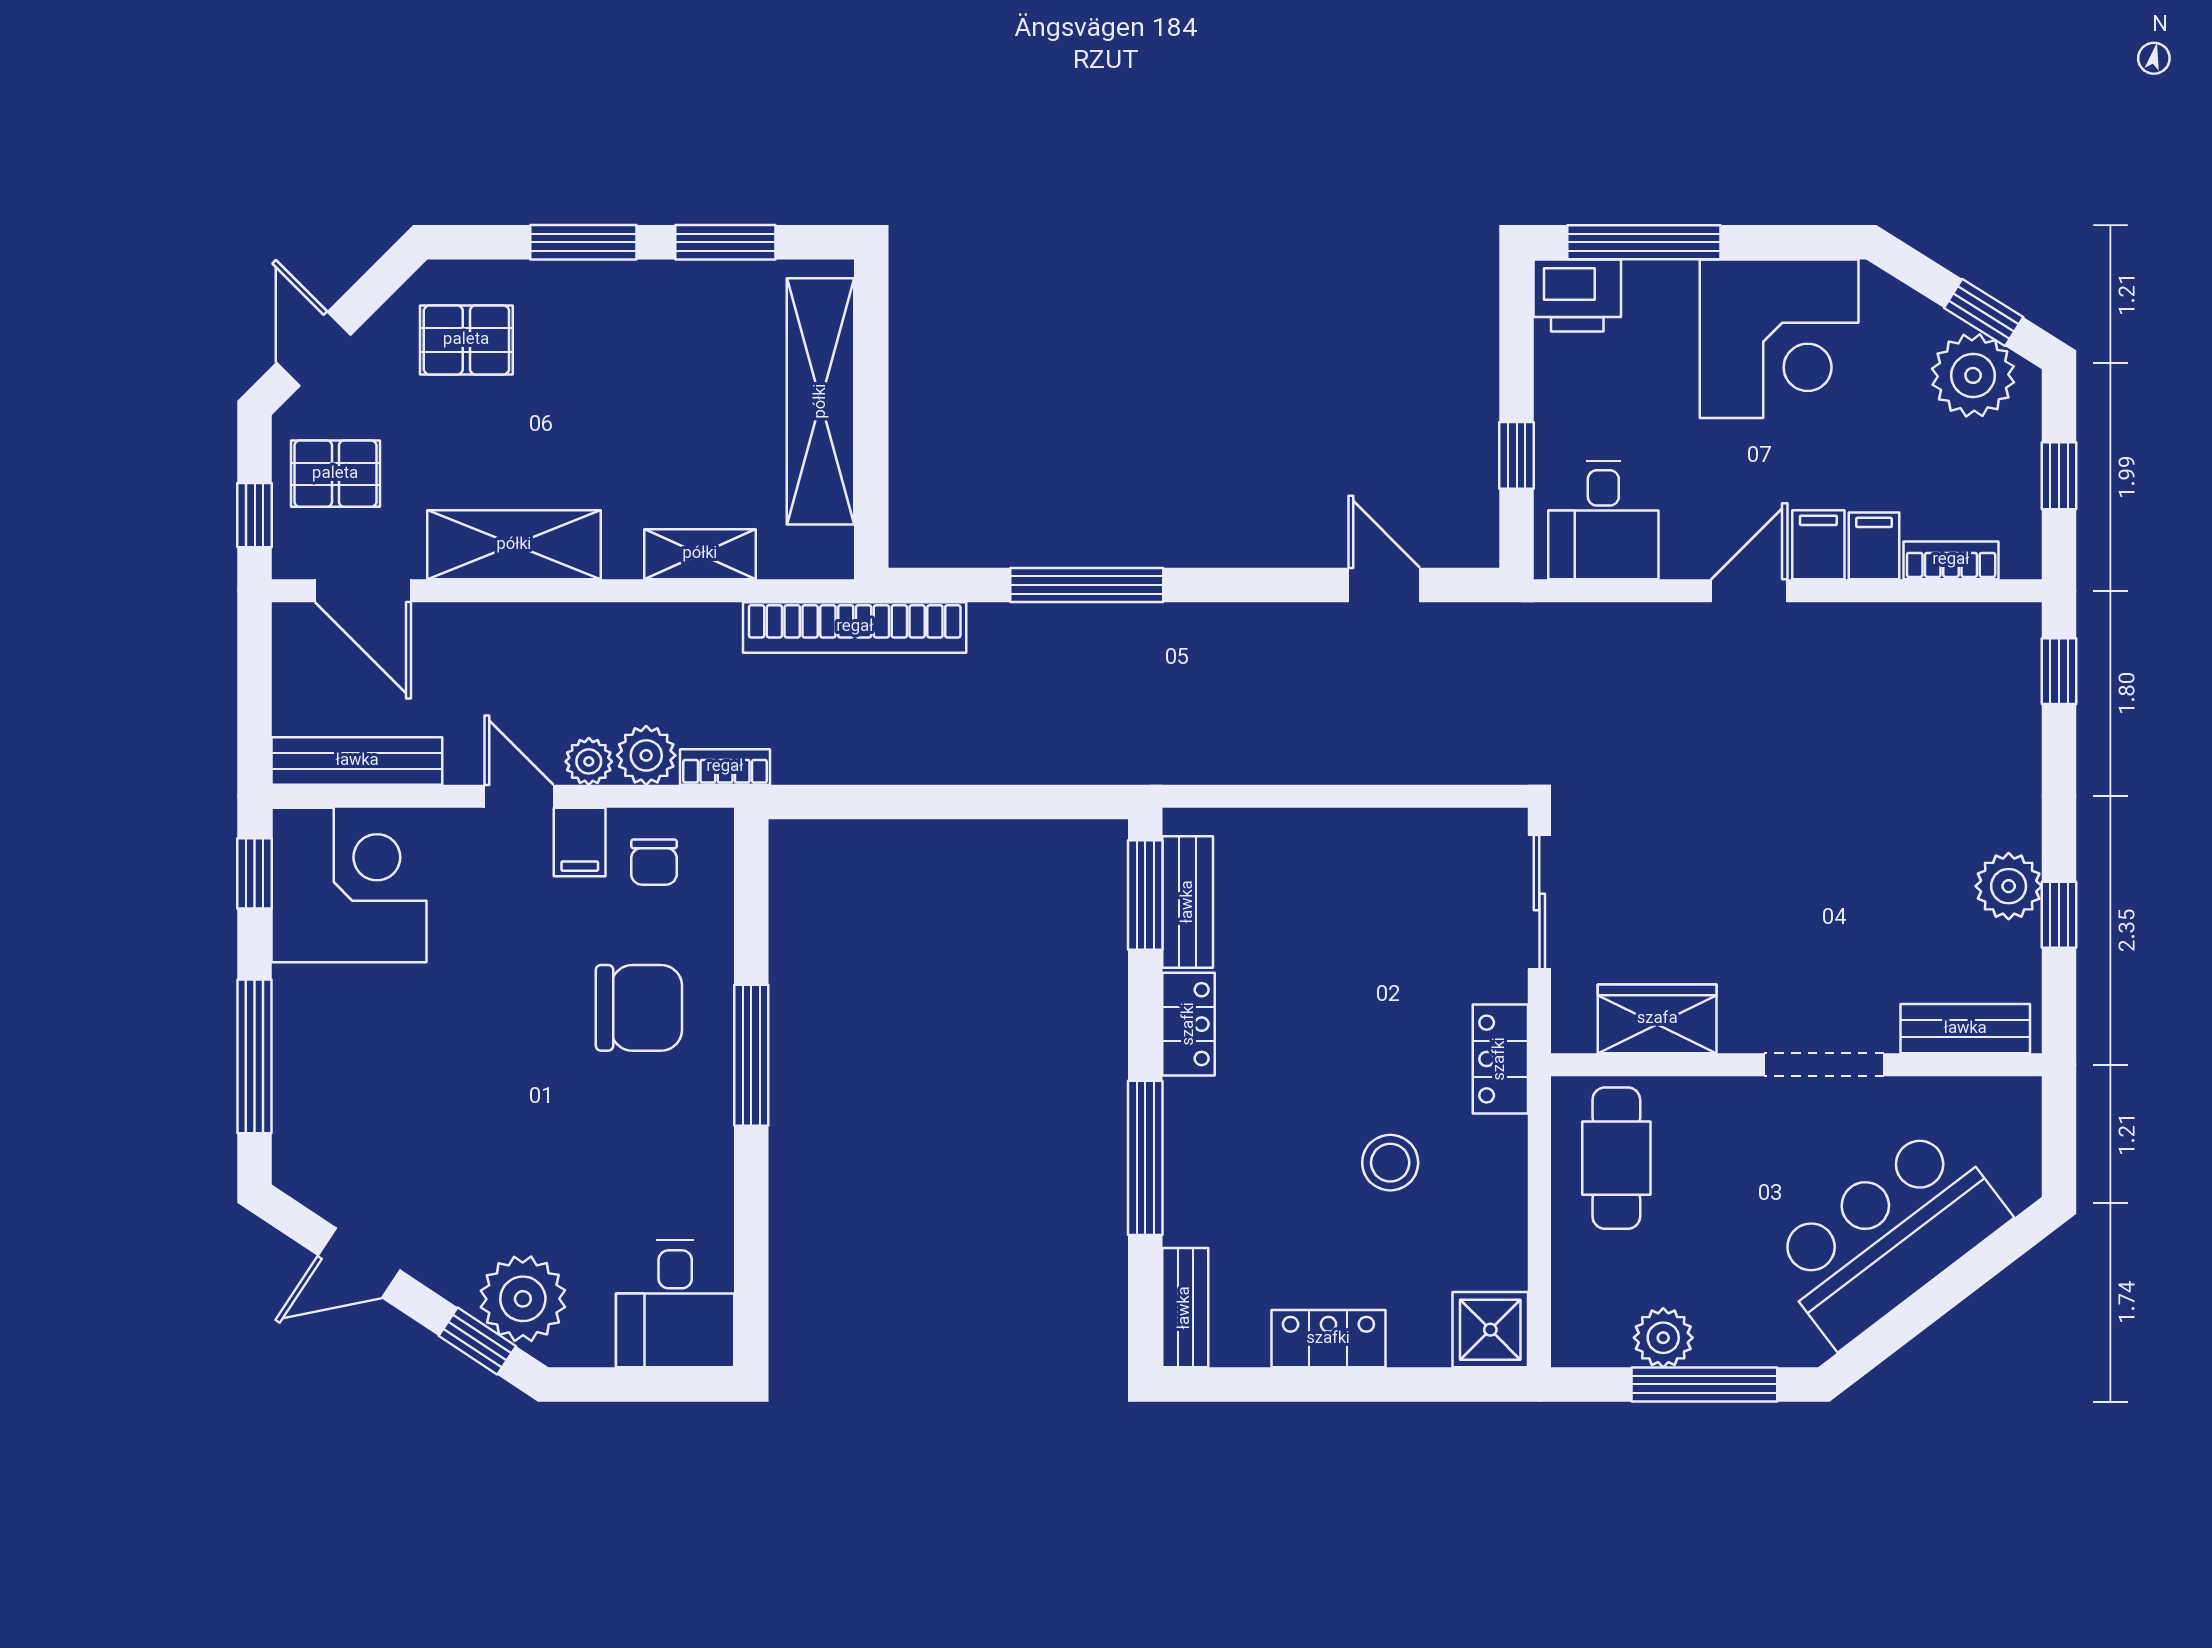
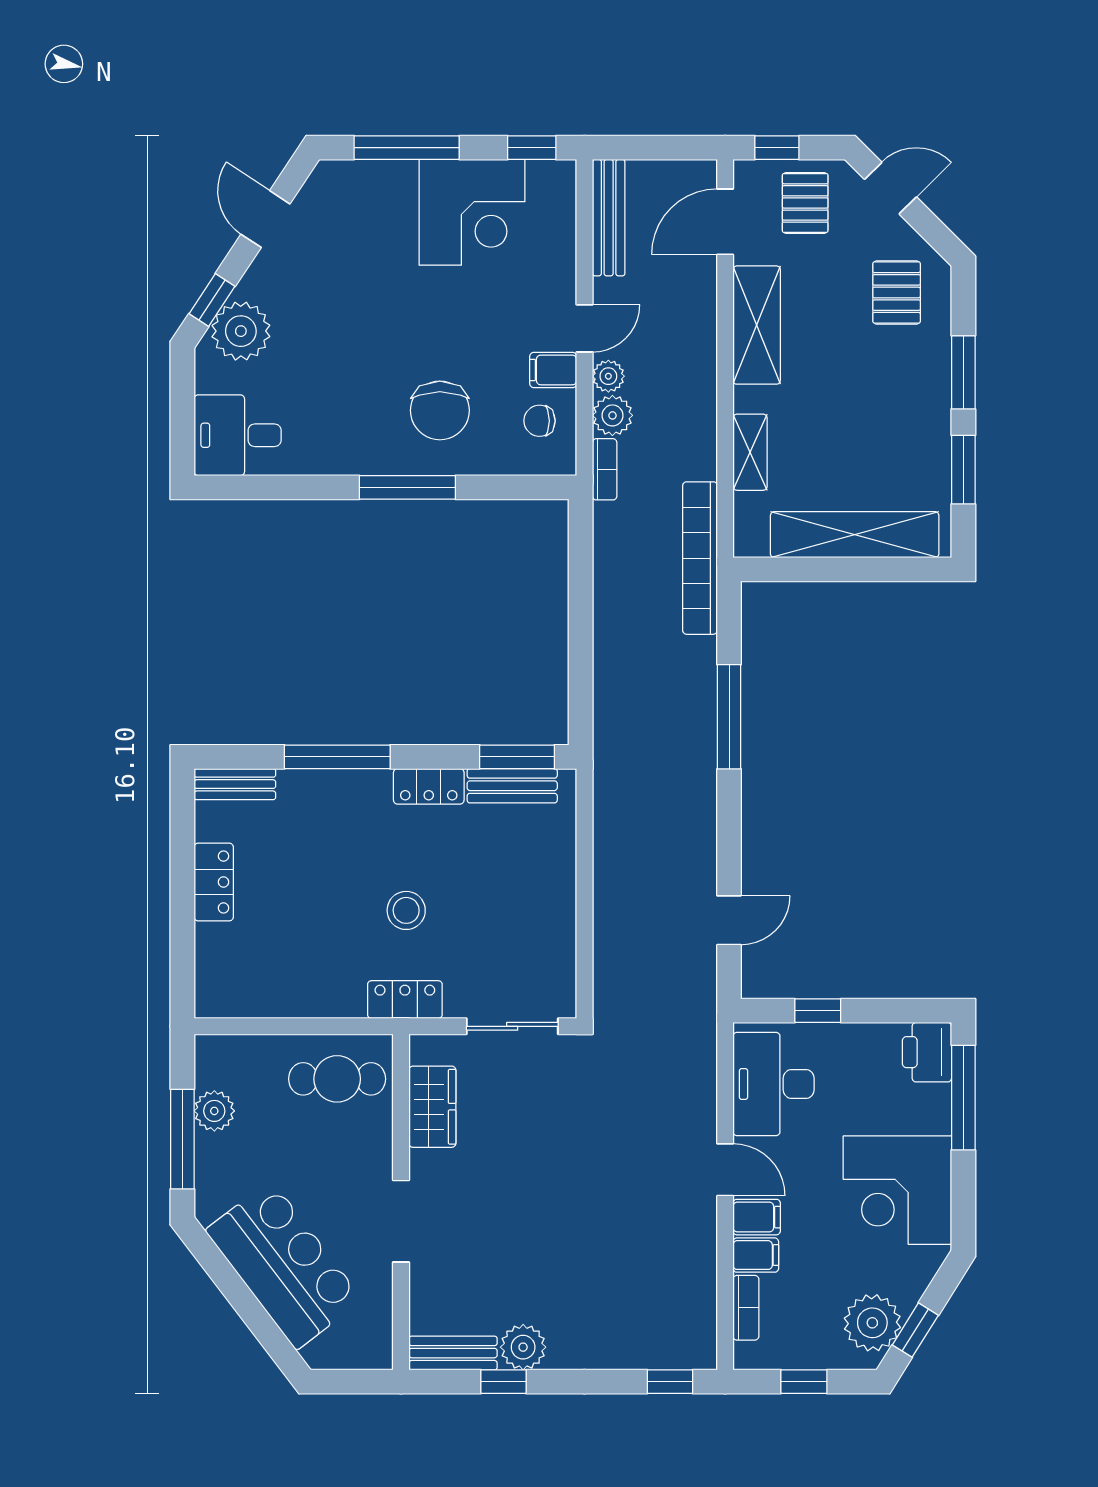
desk: (1603, 520) -> (773, 1084), width x1.37
corner desk: (349, 885) -> (472, 212), moved
bench: (1965, 1029) -> (453, 1353), moved, turned 90
stool: (1390, 1163) -> (406, 910), moved
shower: (1490, 1330) -> (220, 993), removed

